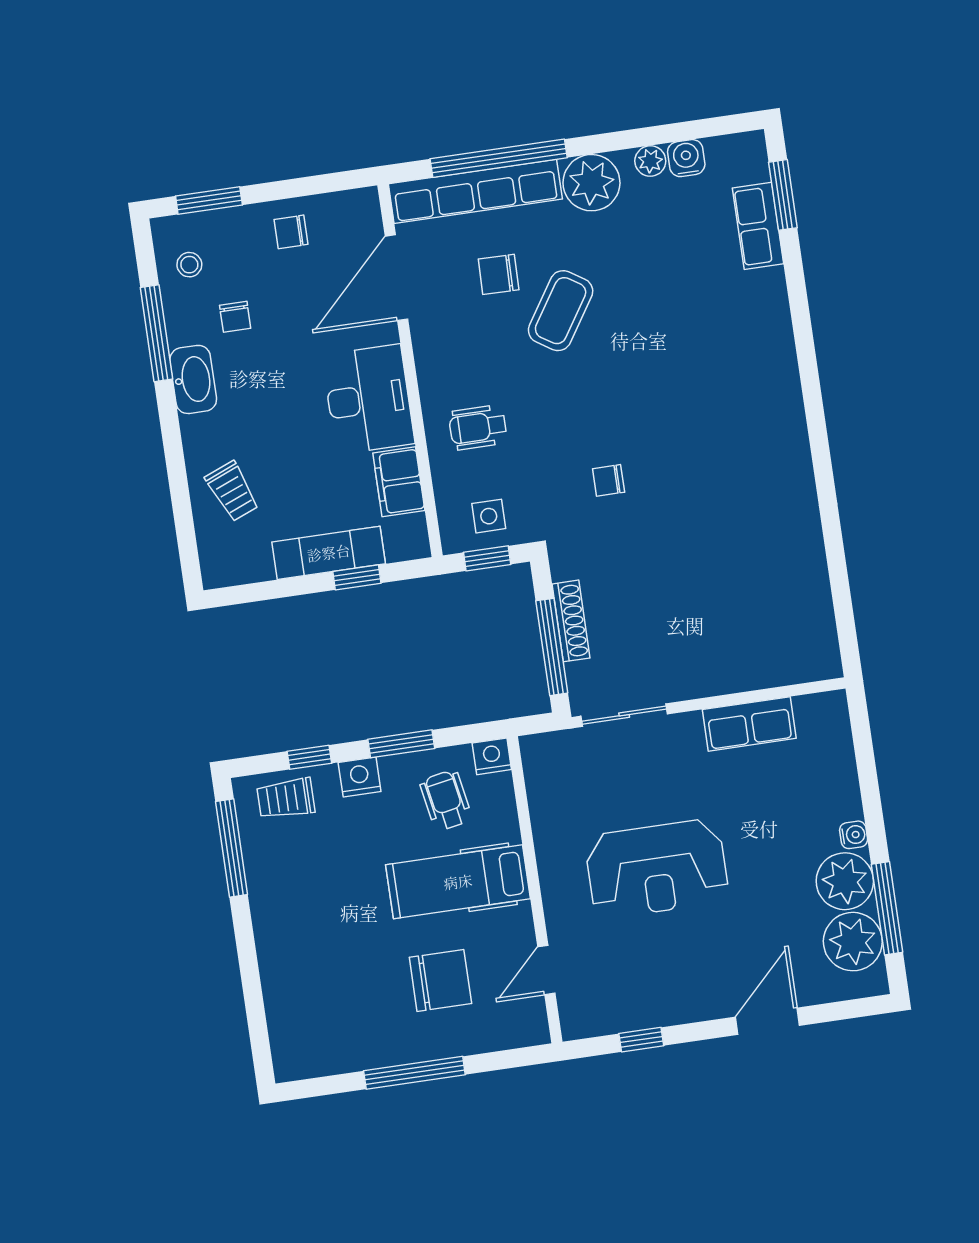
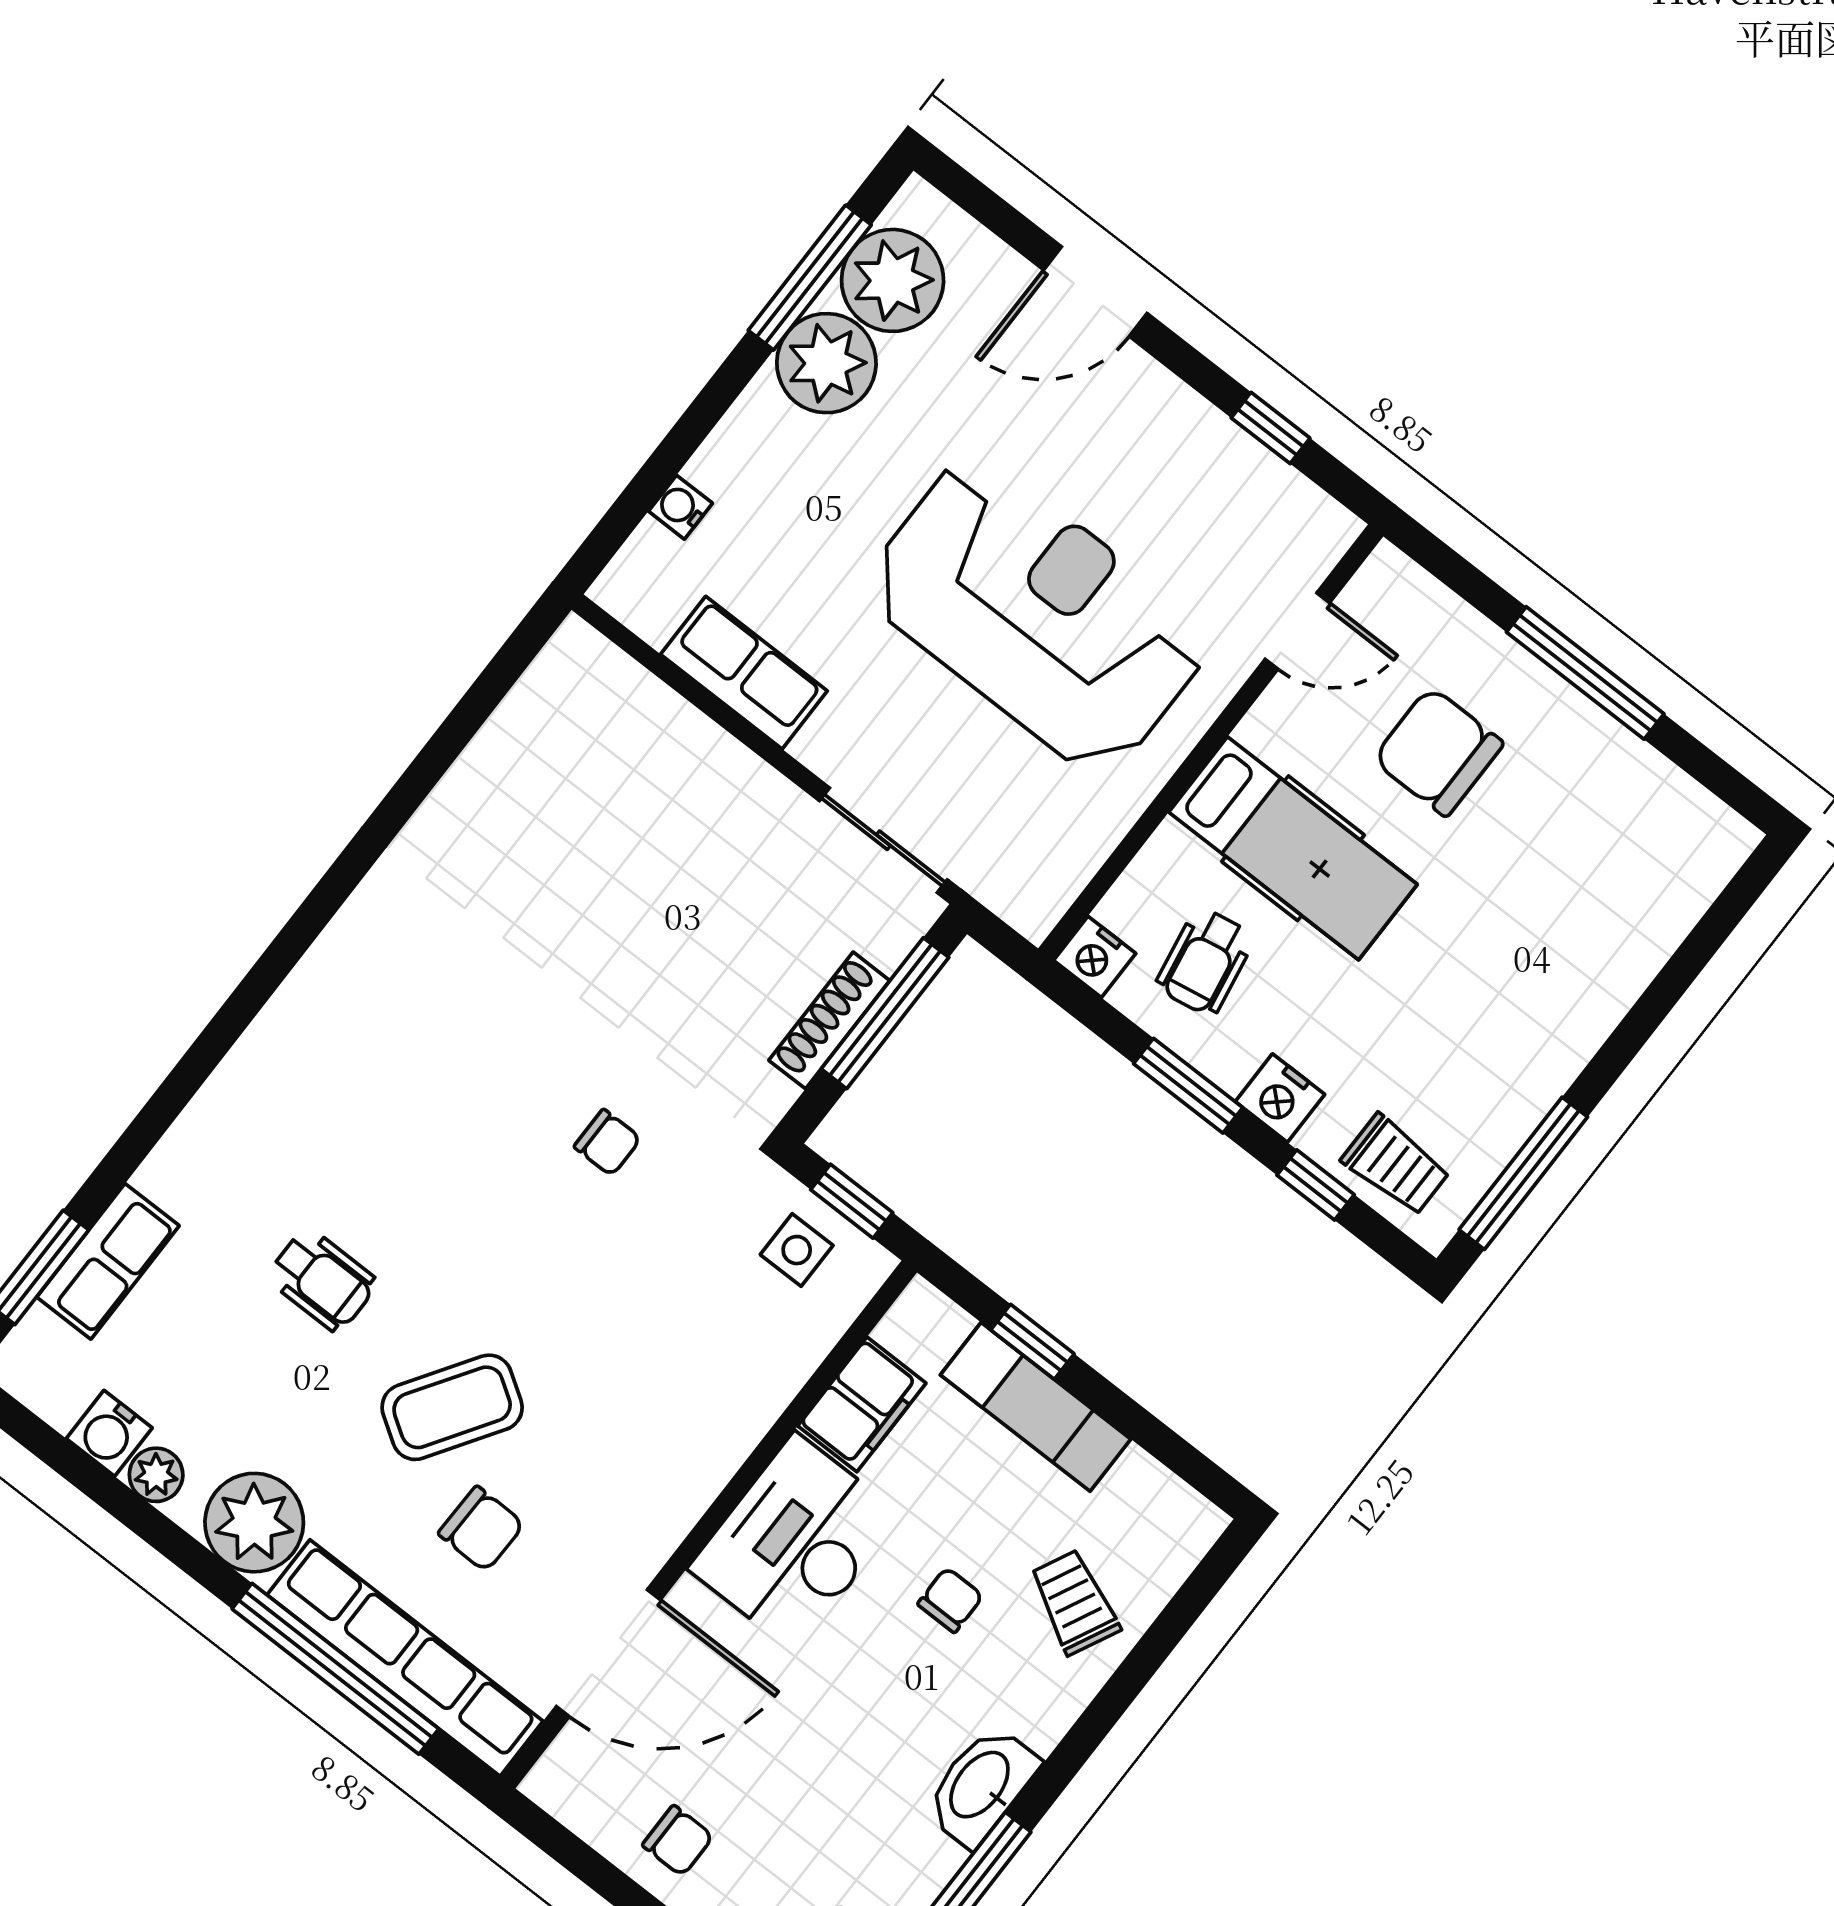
chair: (235, 317) -> (950, 1600), moved
wheelchair: (478, 427) -> (322, 1280), moved
trolley: (232, 491) -> (1075, 1602), turned -42
water cooler: (854, 835) -> (680, 507), moved
reception desk: (657, 869) -> (1037, 614), width x1.36, depth x1.30

